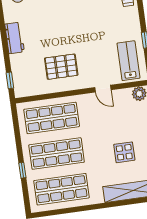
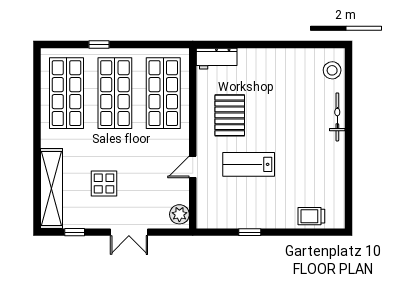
workbench: (15, 38) -> (217, 59), moved
lab bench: (128, 61) -> (249, 164), moved, turned 180
window: (10, 80) -> (221, 45), removed

